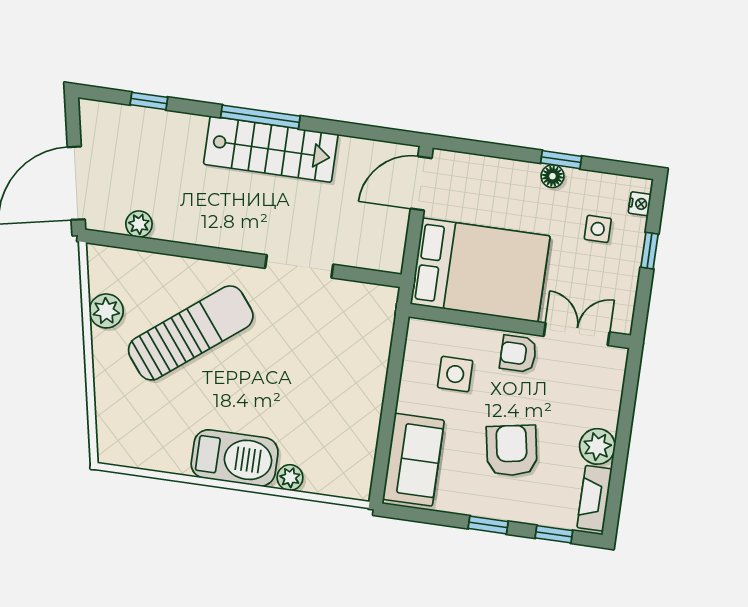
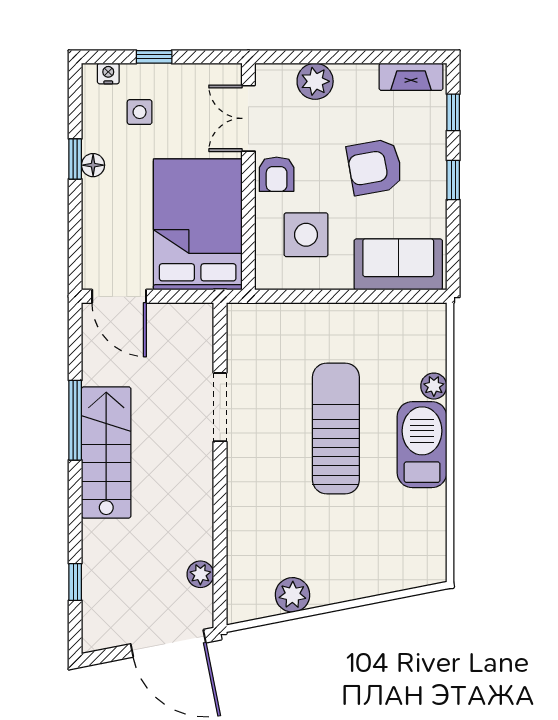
window: (260, 117) -> (75, 420), moved
sun lounger: (191, 333) -> (336, 428), moved, turned 38
side table: (455, 374) -> (306, 235), width x1.37, depth x1.37
plant: (597, 446) -> (315, 81), moved

